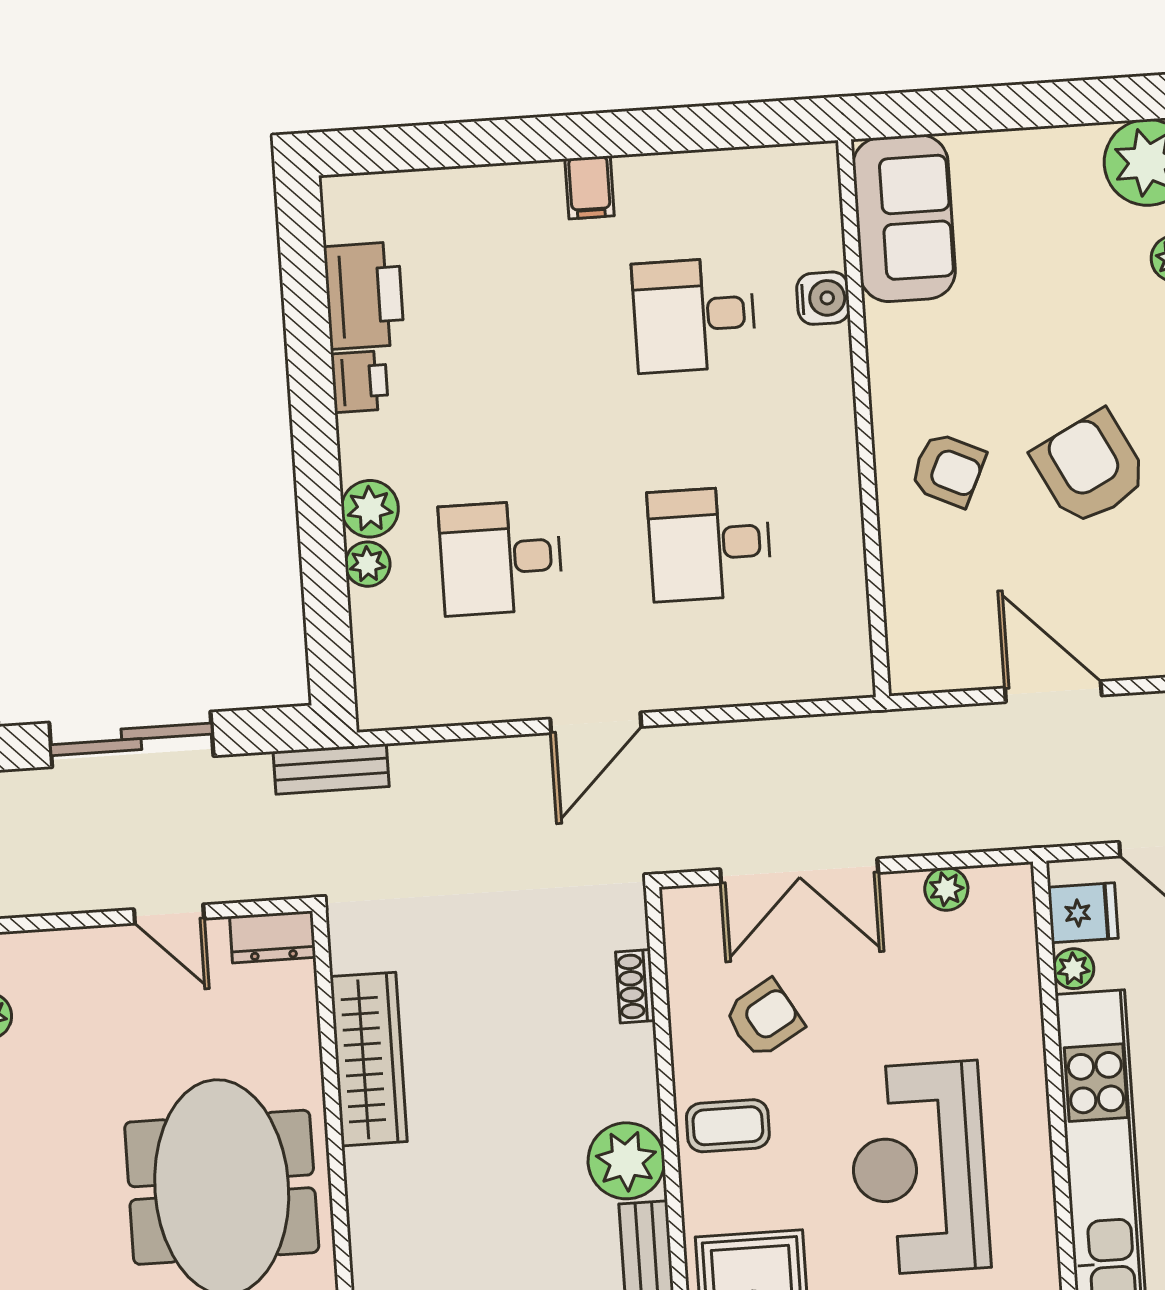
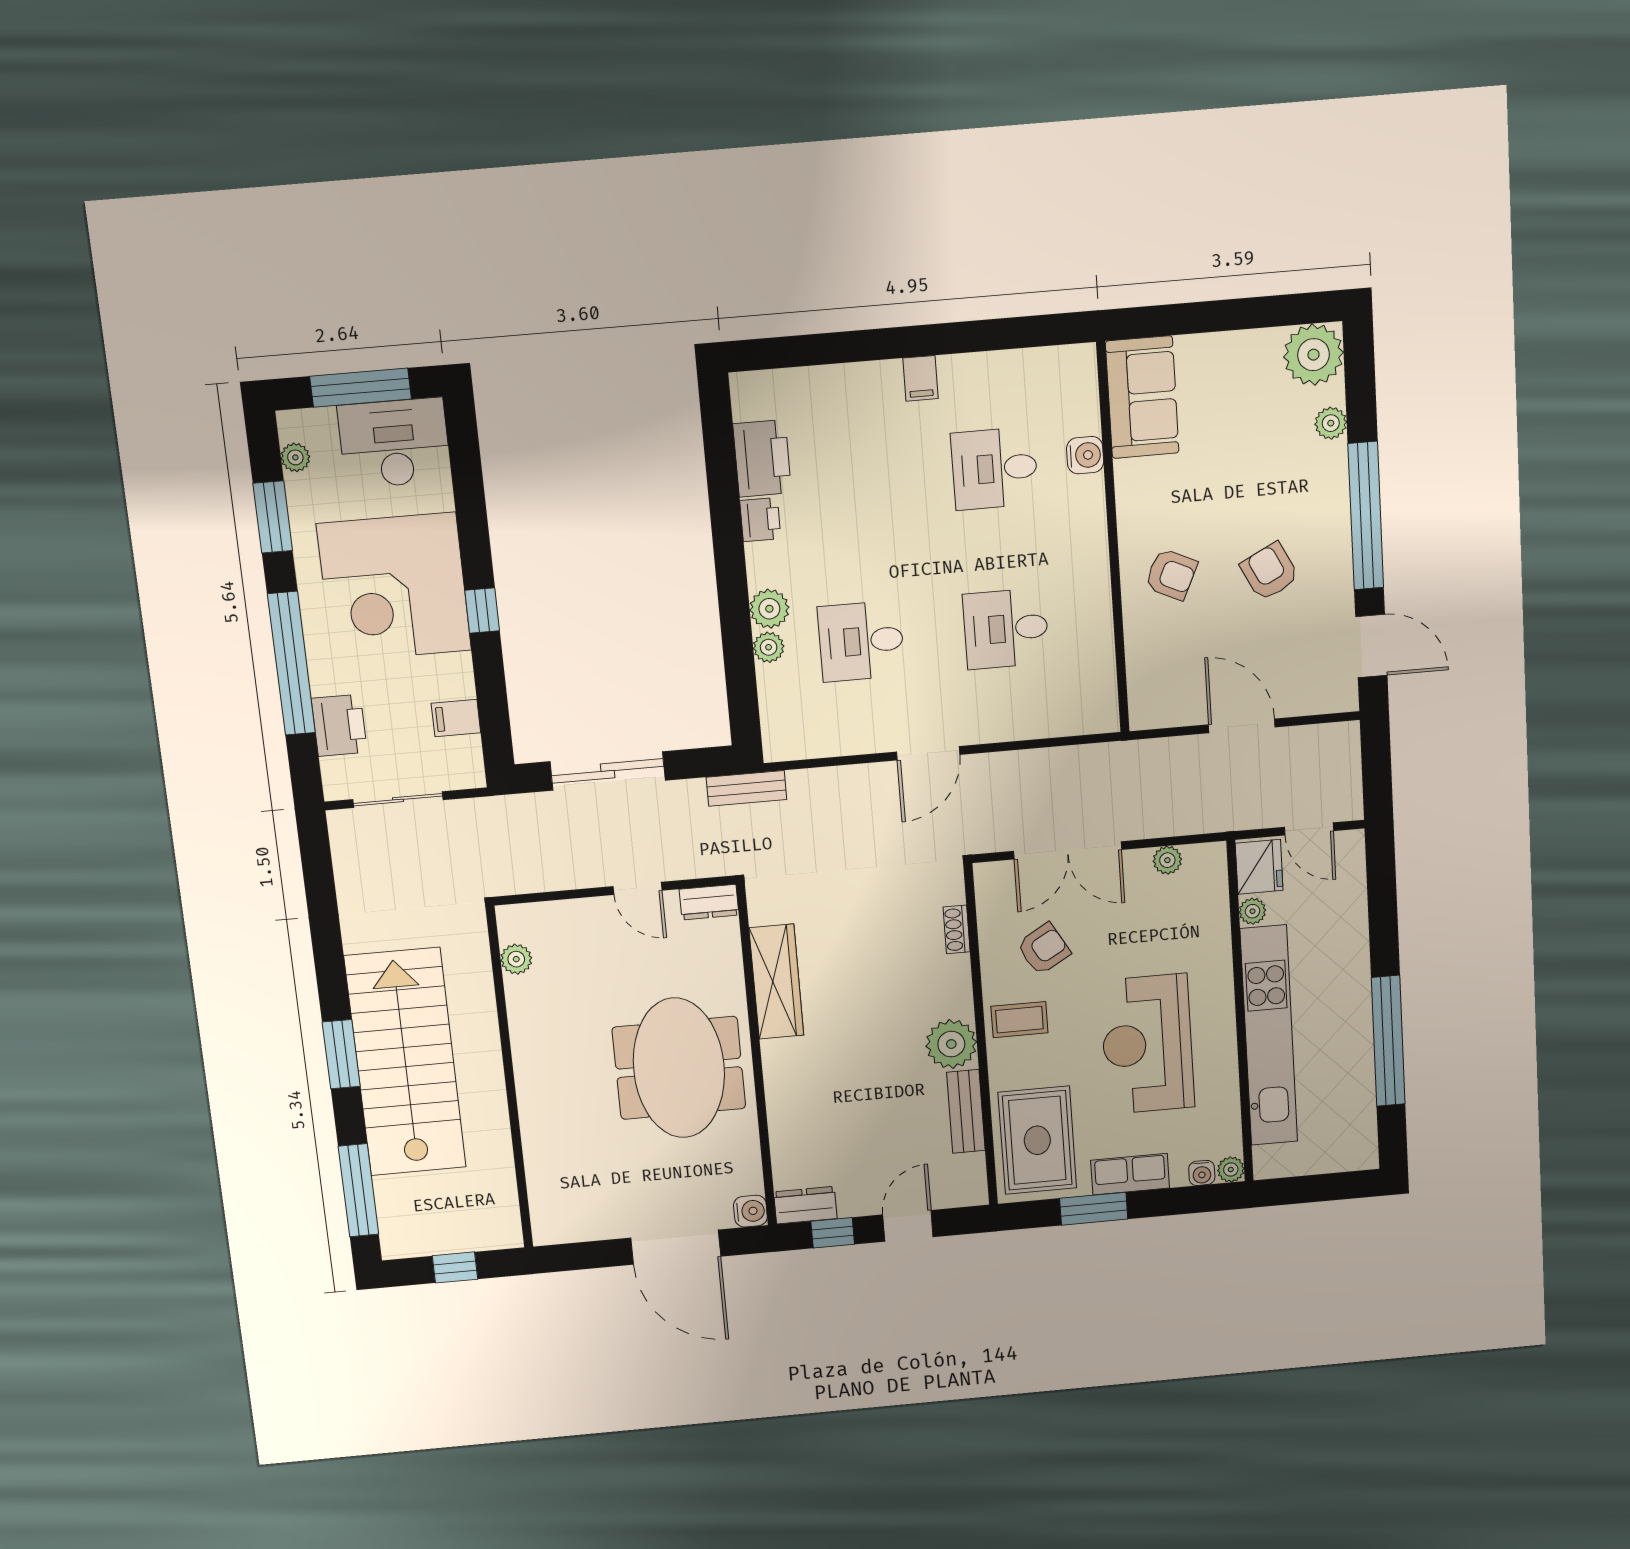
armchair: (1090, 468) -> (1269, 571), width x0.72, depth x0.72
fridge: (1083, 913) -> (1259, 867), width x1.38

